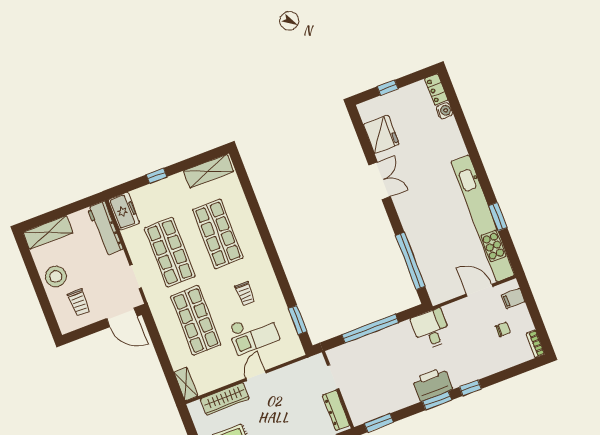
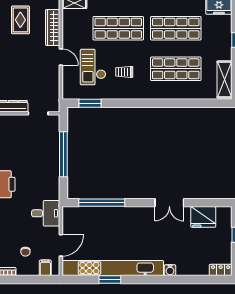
water cooler: (445, 111) -> (170, 270), moved
desk: (431, 329) -> (46, 213), moved

